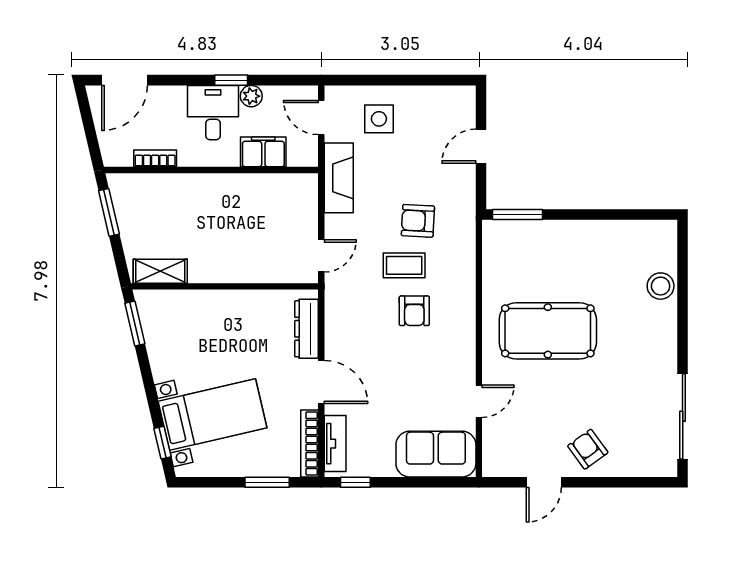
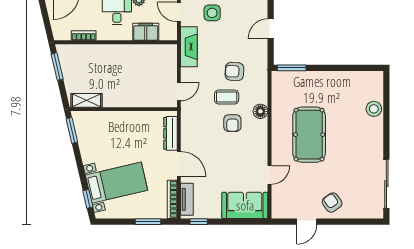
floor lamp: (463, 290) -> (260, 111), added
pool table: (548, 331) -> (309, 135), turned 90

